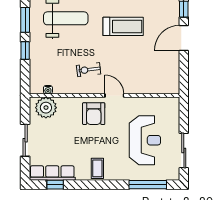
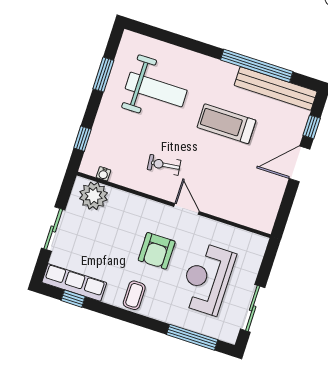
treadmill: (123, 26) -> (226, 124), turned 180
window: (25, 50) -> (83, 139), moved
armchair: (94, 114) -> (157, 251), moved
reception desk: (145, 140) -> (207, 279), turned 180

